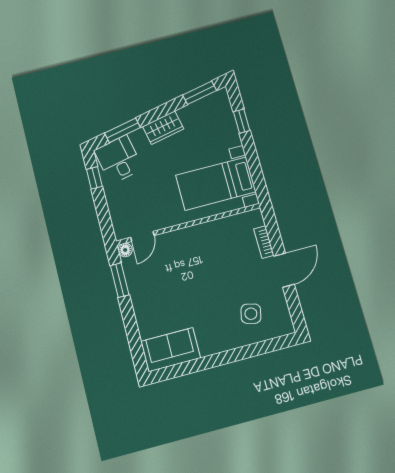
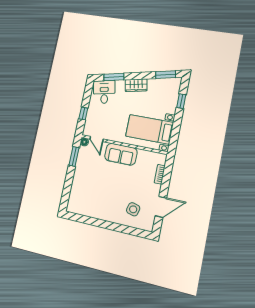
window: (94, 178) -> (83, 113), moved
door: (142, 236) -> (97, 139), hinge flipped
door: (284, 270) -> (161, 207), moved
sofa: (171, 350) -> (121, 154), moved, turned 180

